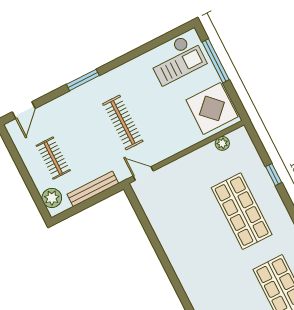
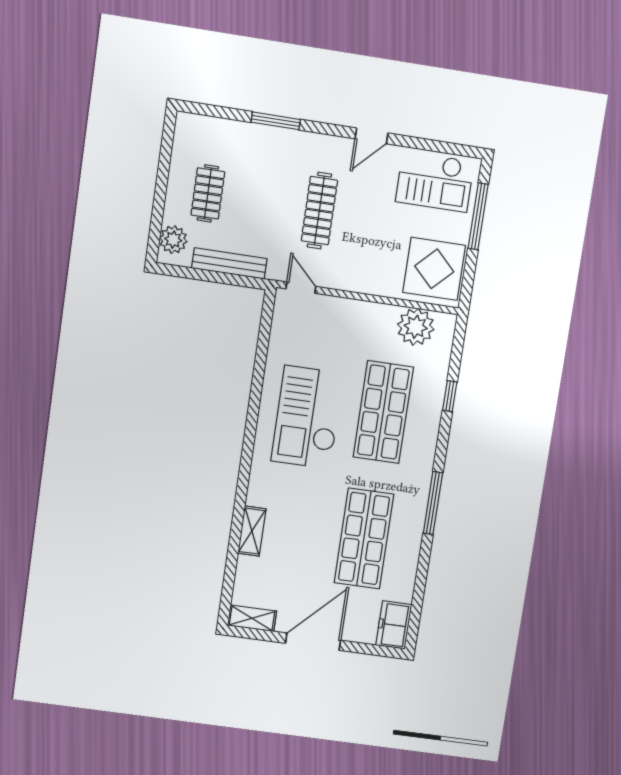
window: (83, 80) -> (276, 121), moved
door: (24, 110) -> (371, 136), moved
plant: (222, 143) -> (416, 327), width x1.87, depth x1.87
checkout: (200, 245) -> (308, 417), added

